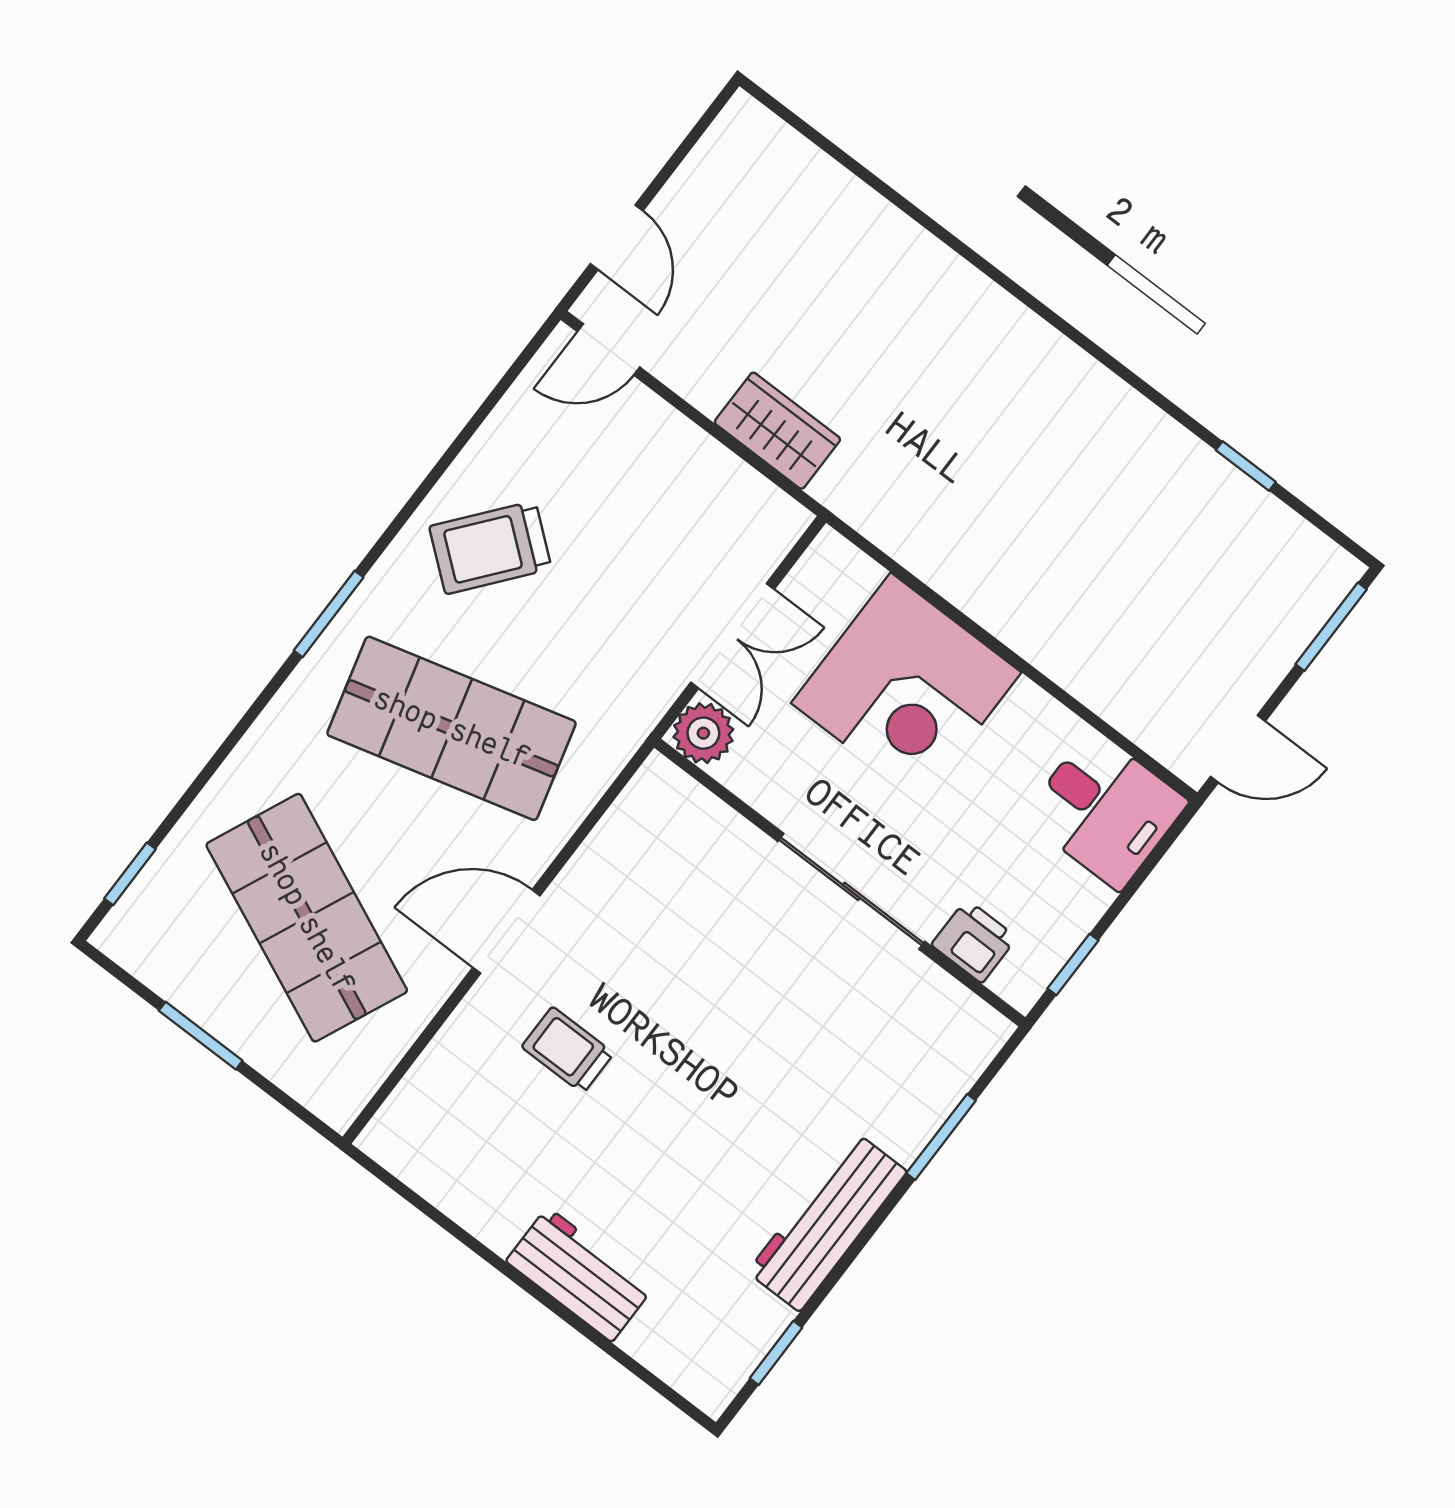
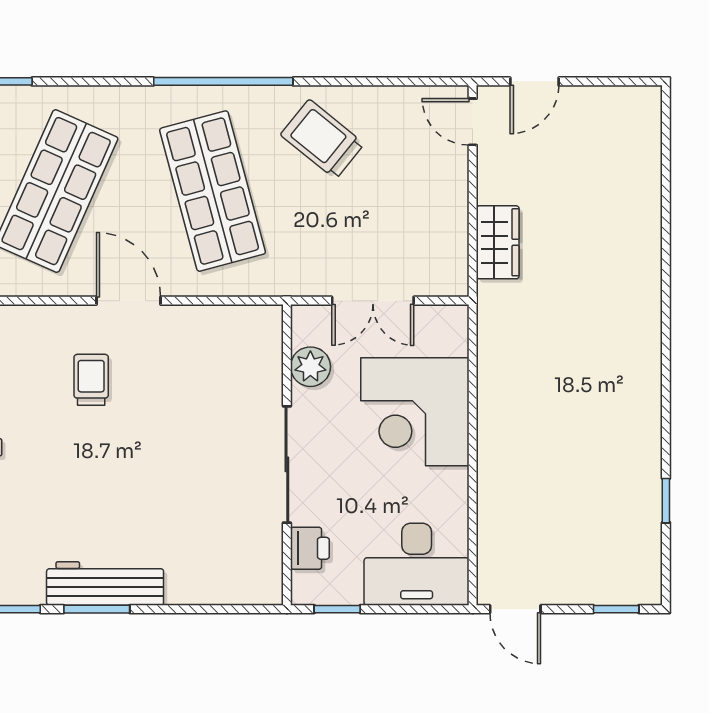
window: (329, 614) -> (223, 81), width x2.11
window: (1331, 627) -> (616, 609), width x0.67
plant: (703, 733) -> (310, 367), moved
desk: (1105, 810) -> (417, 564), width x1.37
window: (941, 1137) -> (97, 609), moved

